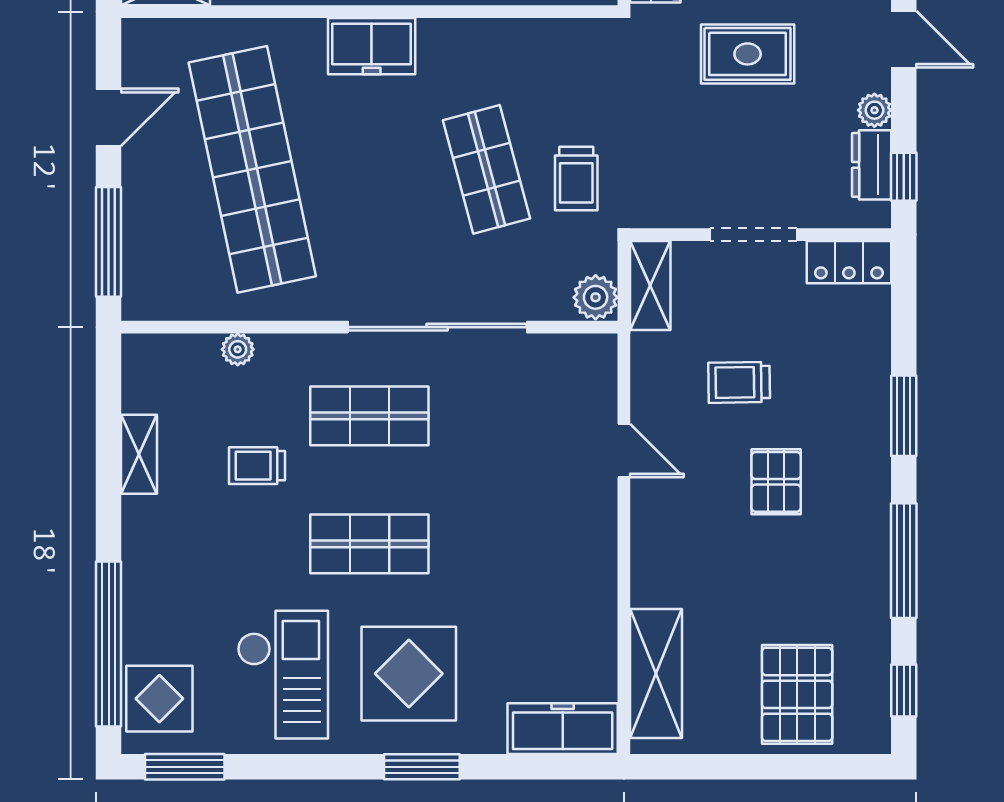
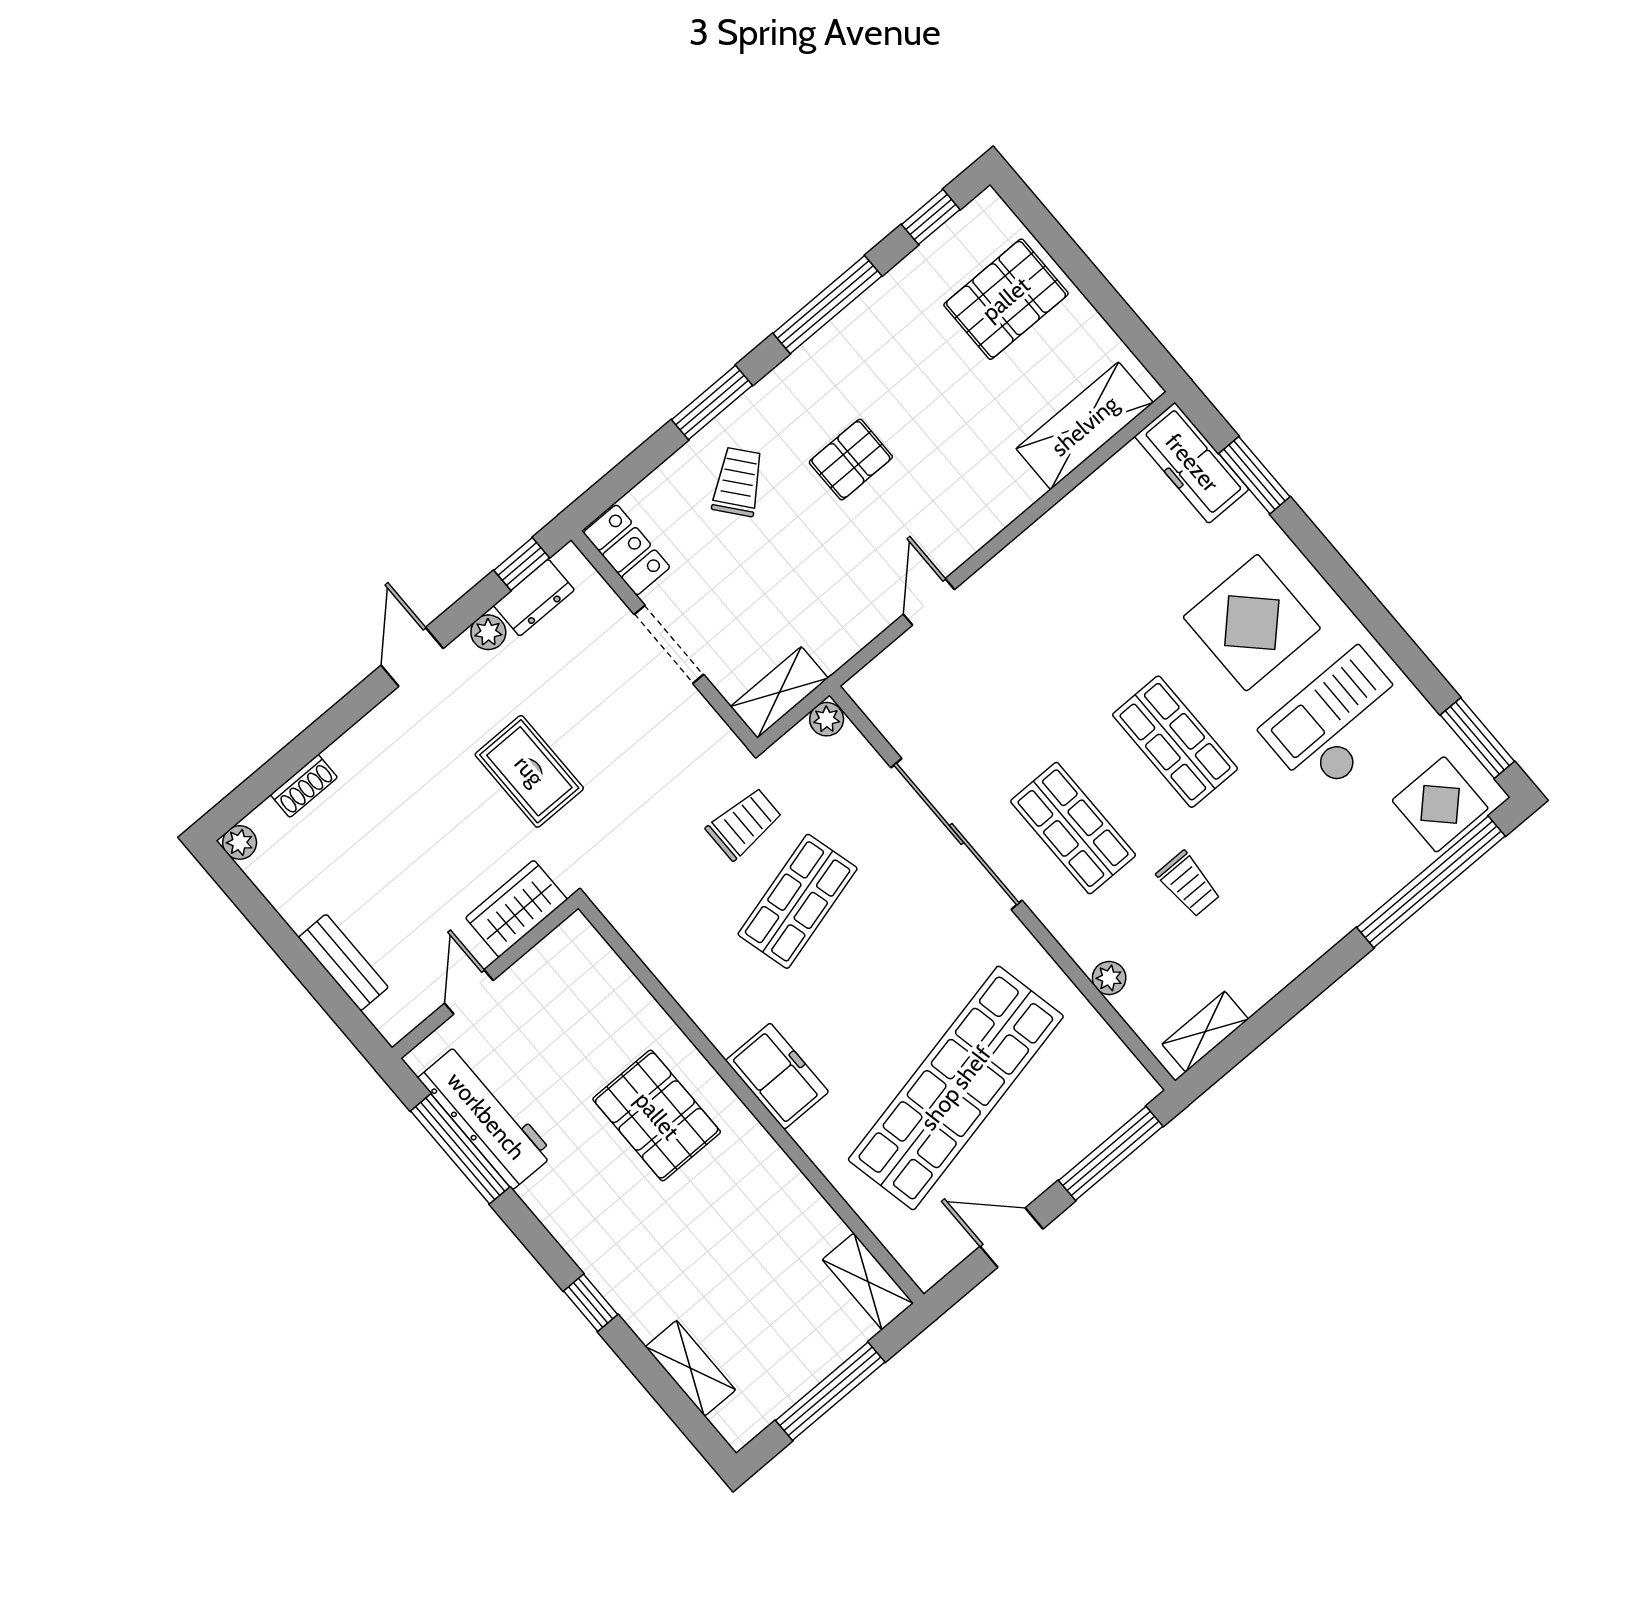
plant: (596, 297) -> (827, 719), width x0.73, depth x0.73
trolley: (739, 382) -> (738, 482), moved, turned -128
shelving: (139, 454) -> (1205, 1032), moved
window: (422, 767) -> (1254, 475), moved

